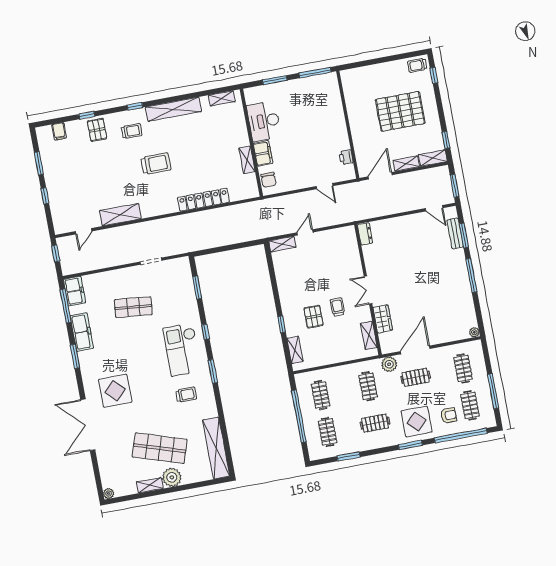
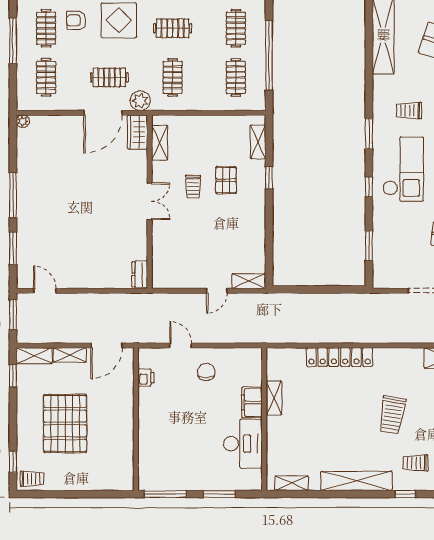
pallet: (400, 111) -> (65, 423), turned 90
trolley: (156, 164) -> (392, 415), turned -81
chair: (269, 180) -> (206, 372), moved
bench: (455, 233) -> (24, 253), removed
wardrobe: (383, 319) -> (137, 132), moved

